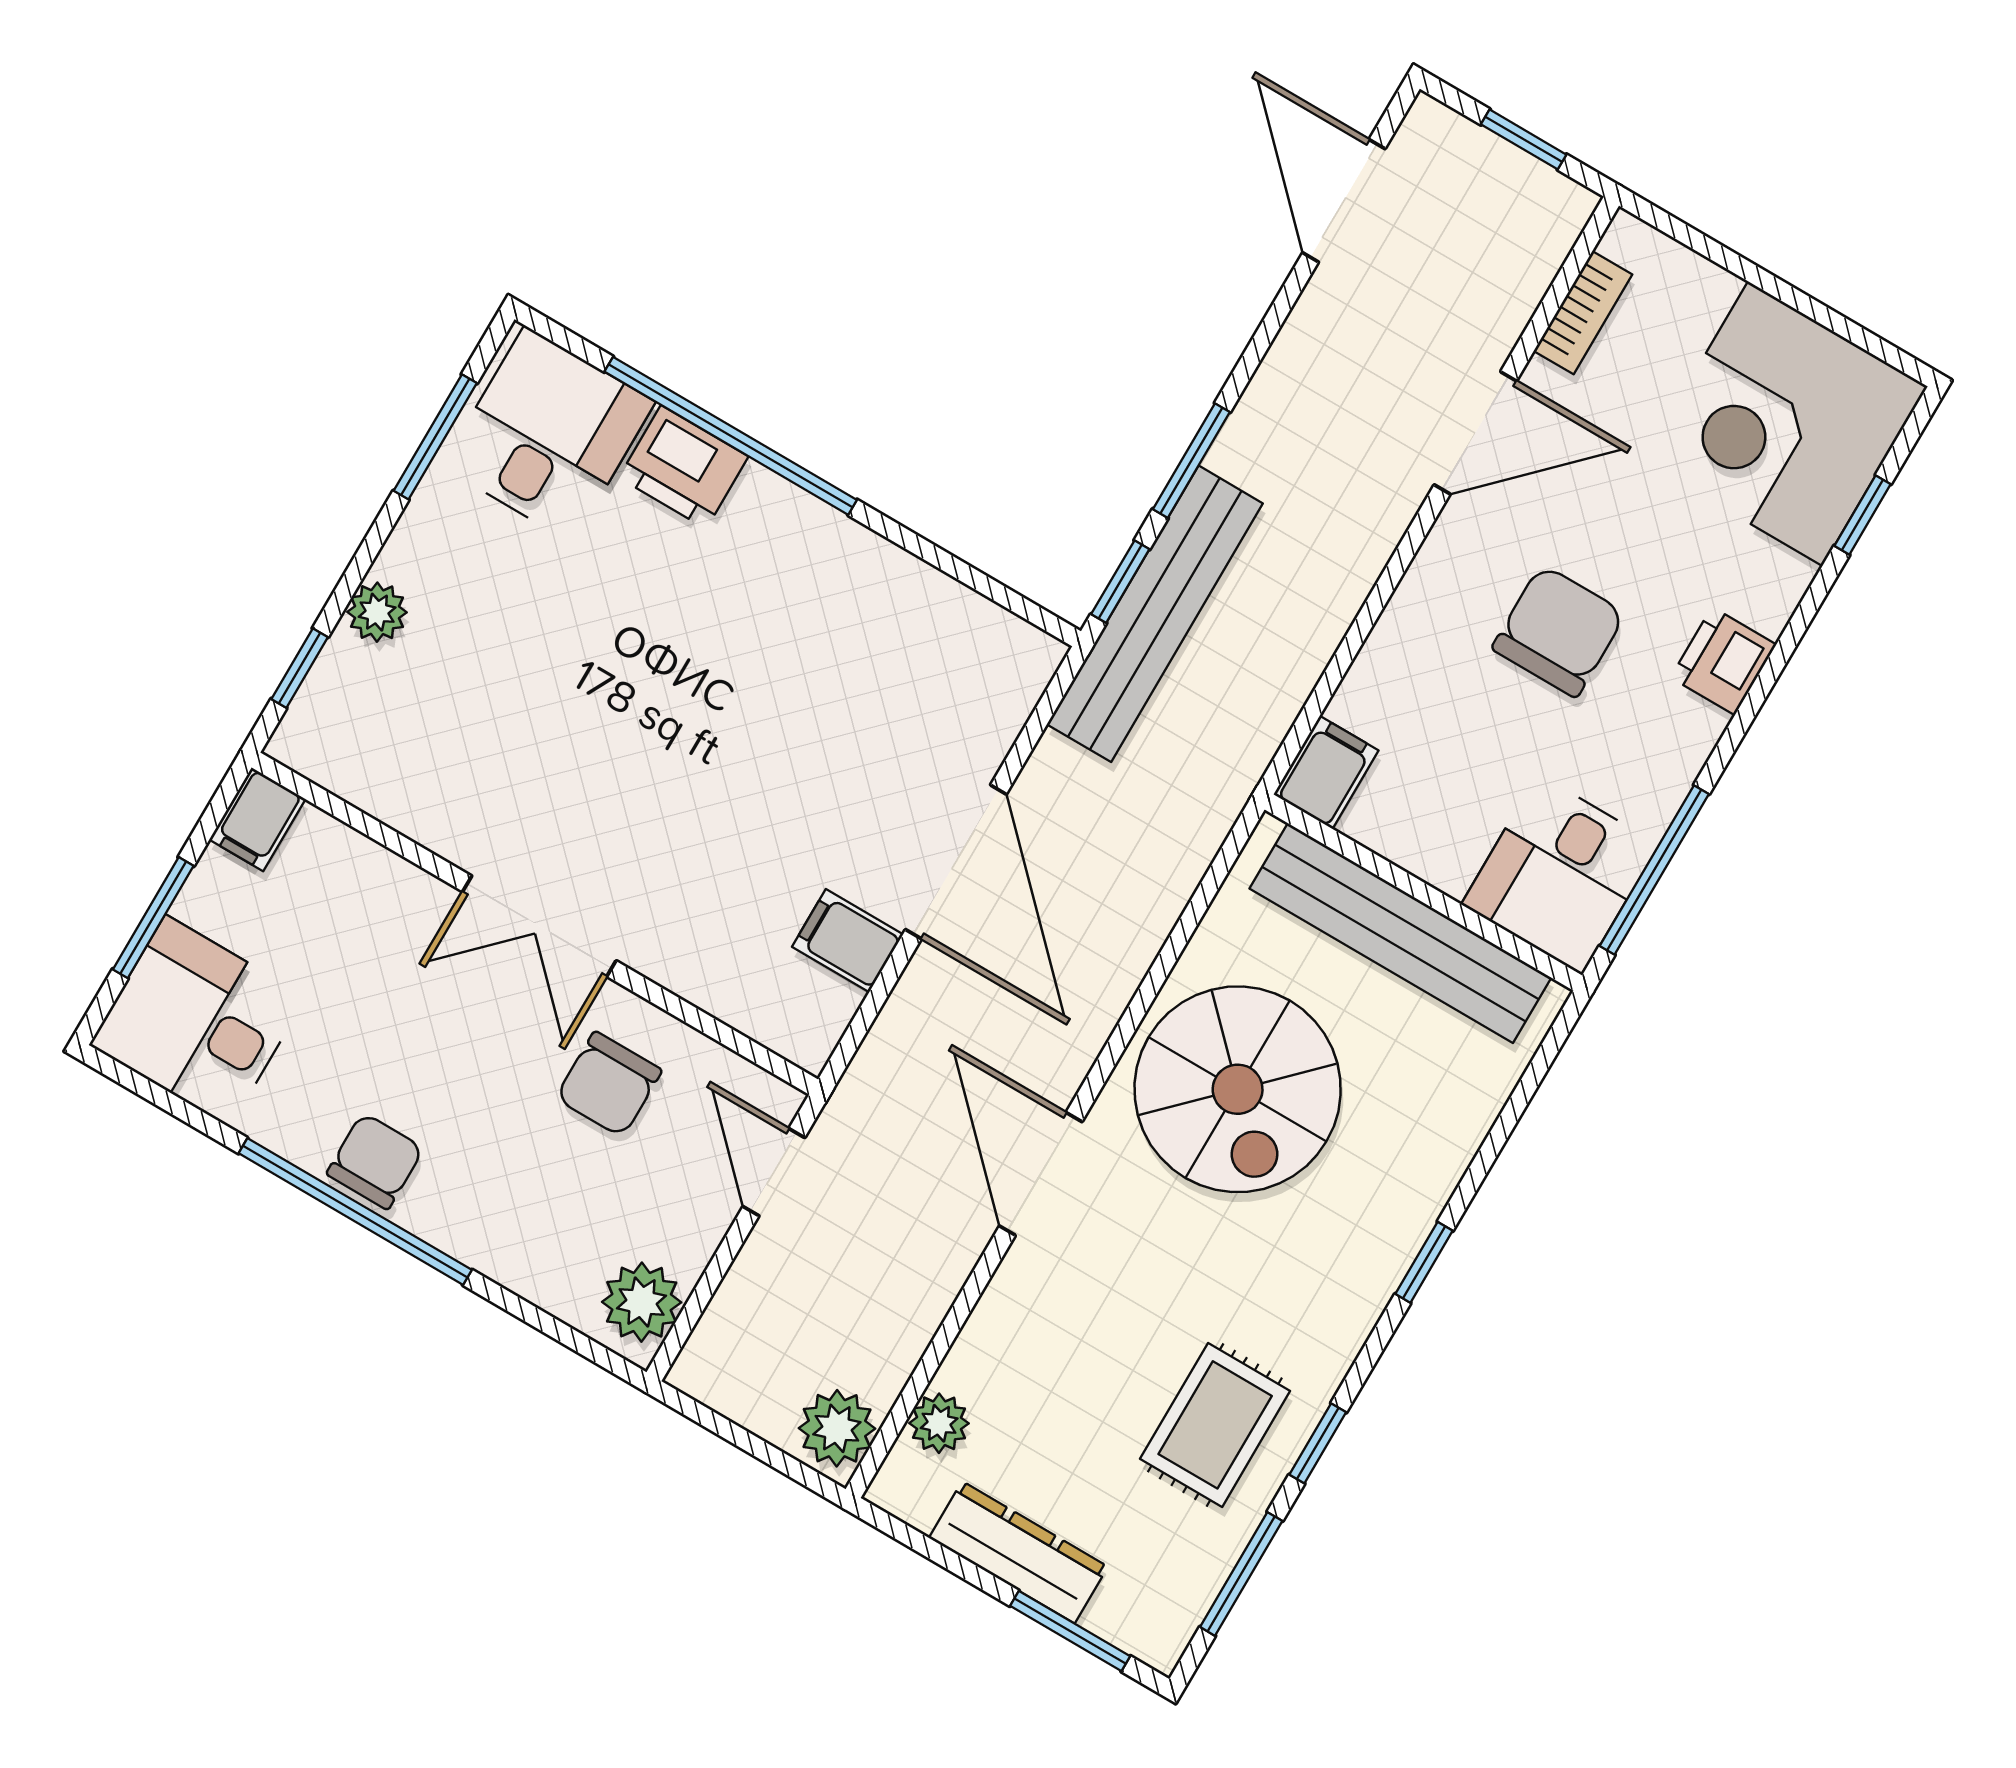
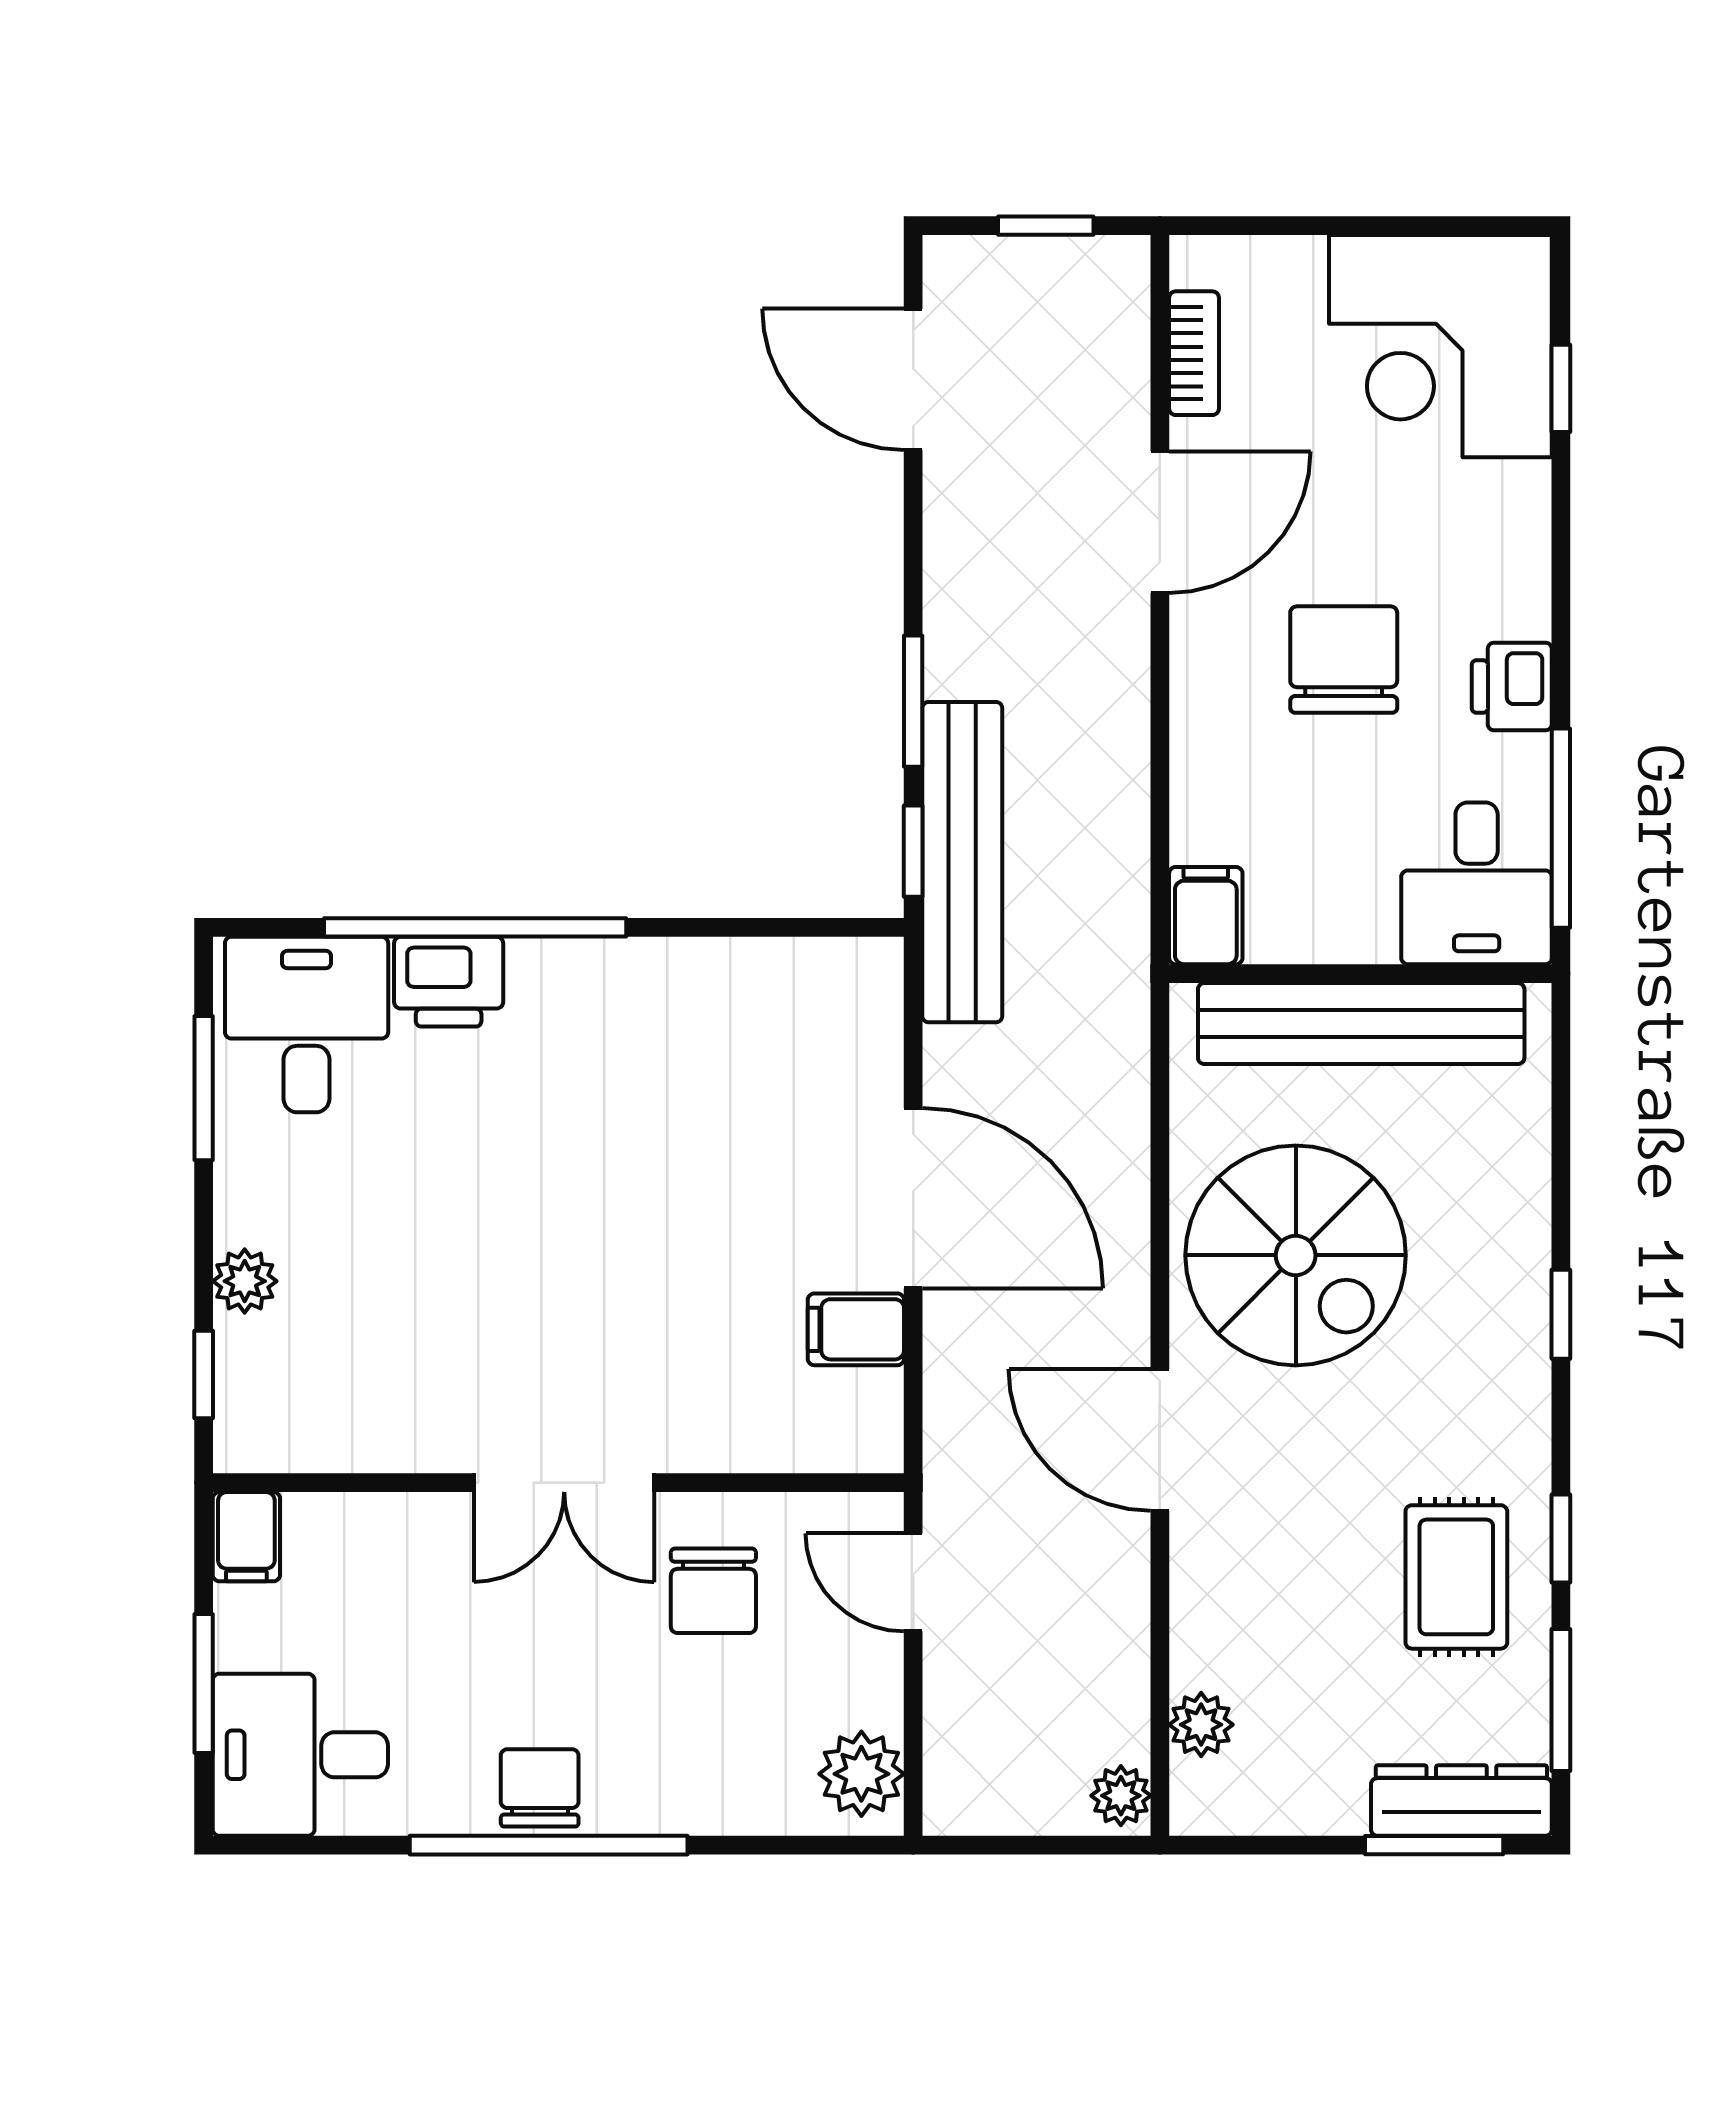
printer: (1723, 661) -> (1512, 686), moved
plant: (837, 1428) -> (1121, 1796), width x0.73, depth x0.73
dresser: (1018, 1552) -> (1461, 1801), moved

